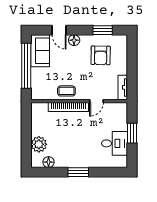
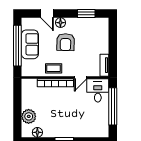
sofa: (40, 51) -> (30, 44), moved
armchair: (101, 55) -> (65, 42), moved
window: (132, 133) -> (113, 106), width x2.11
desk: (115, 143) -> (98, 90), moved, turned -90

